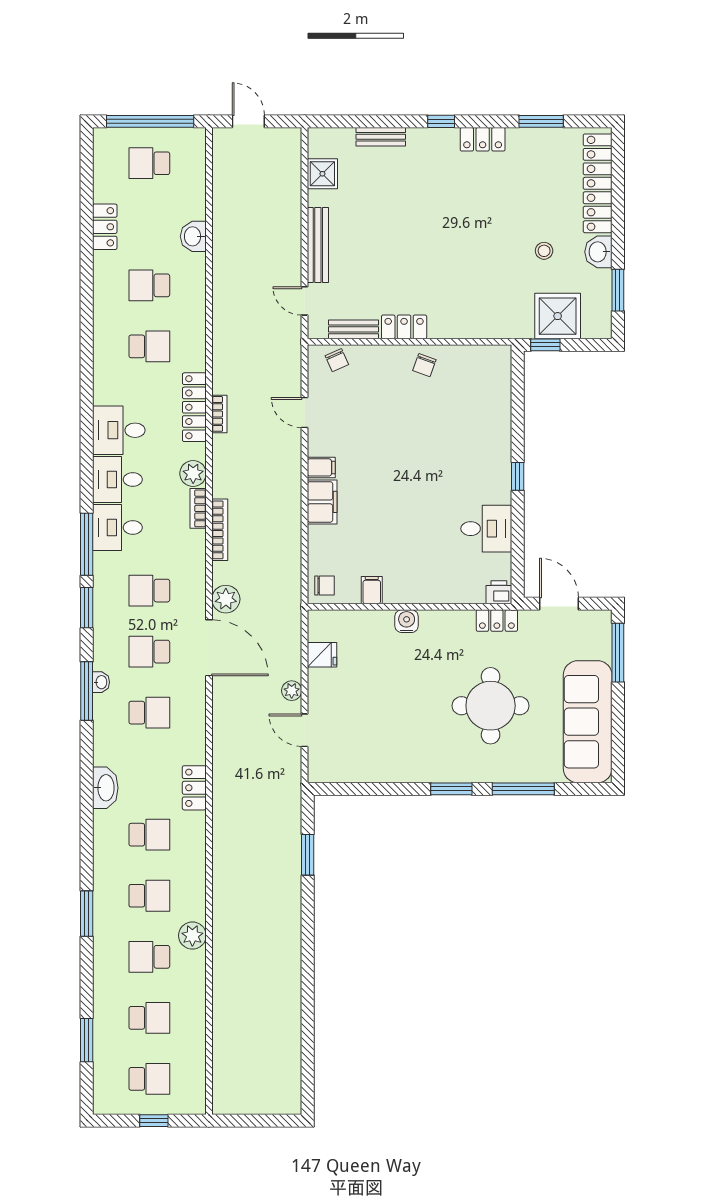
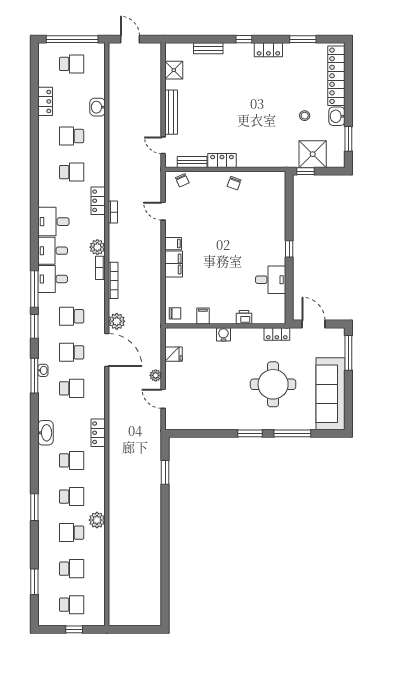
school desk: (149, 163) -> (72, 64), turned 180
locker: (194, 407) -> (98, 201), width x0.66
printer: (499, 592) -> (244, 317), moved

